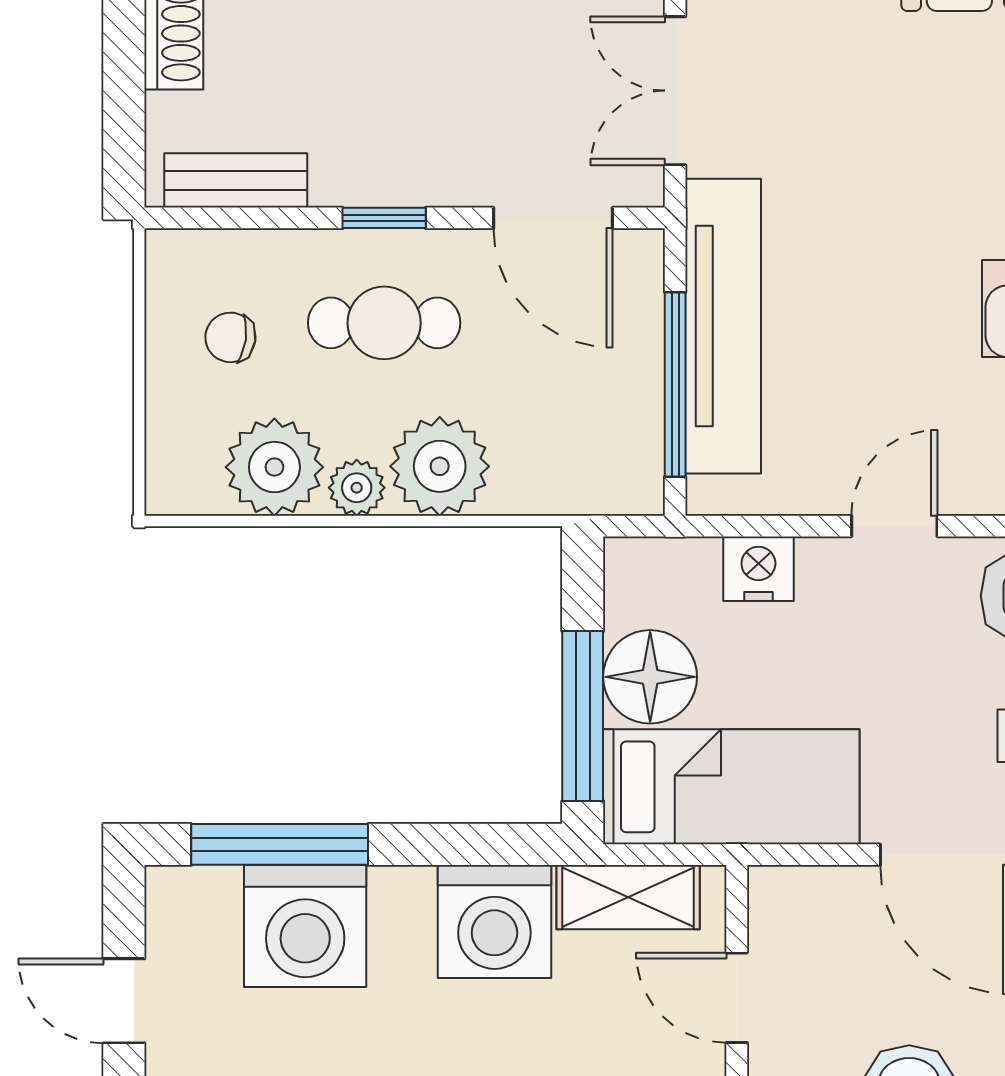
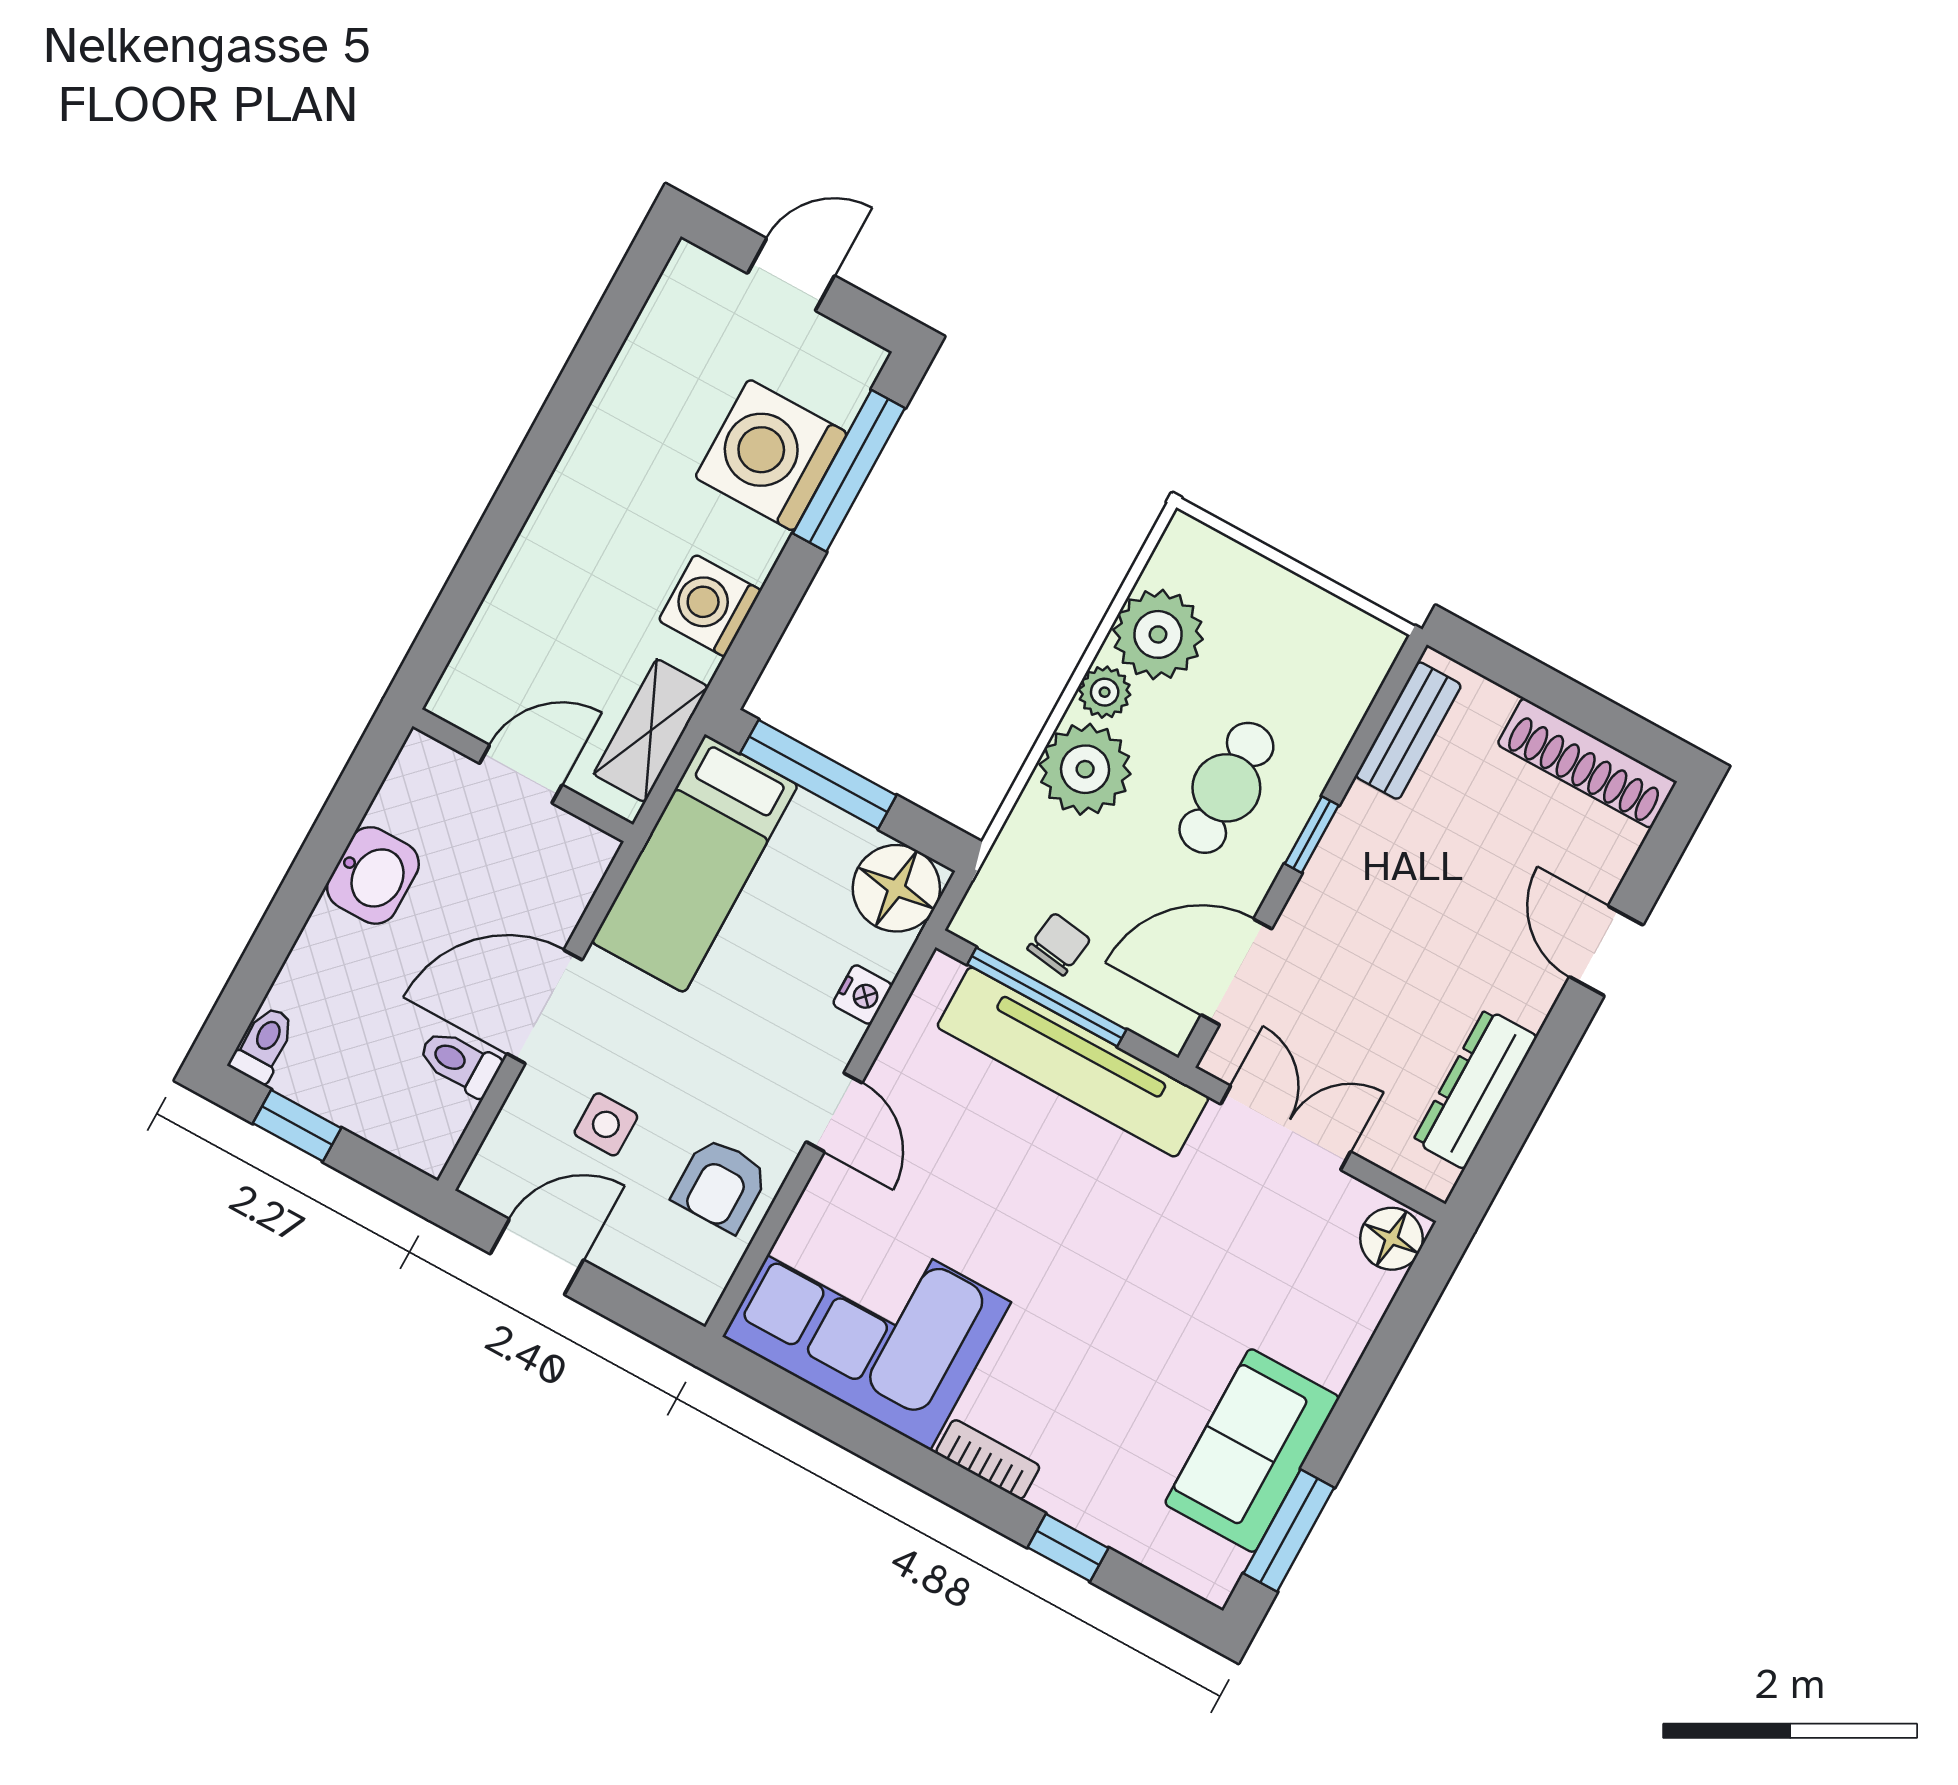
chair: (230, 337) -> (1059, 944), moved
nightstand: (758, 569) -> (862, 995), width x0.72, depth x0.74
floor lamp: (650, 677) -> (896, 888), moved
washing machine: (494, 922) -> (710, 605), width x0.73, depth x0.73

